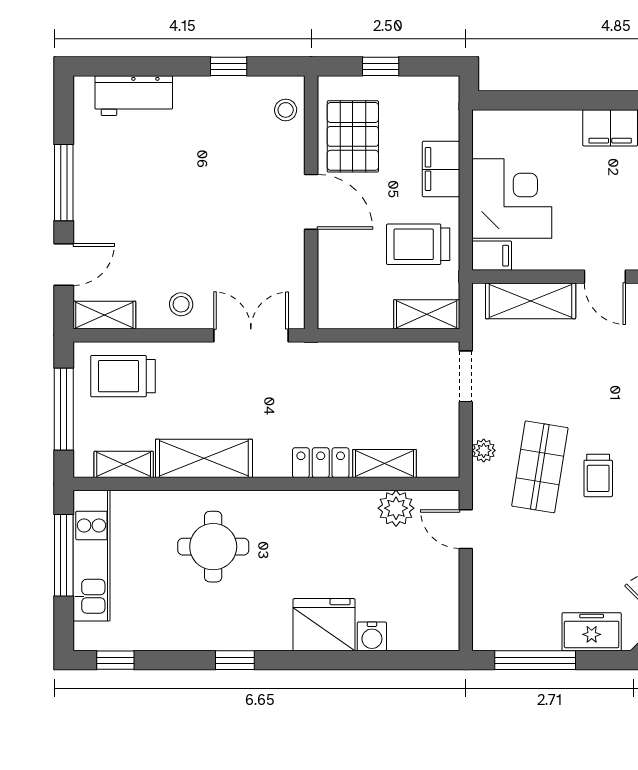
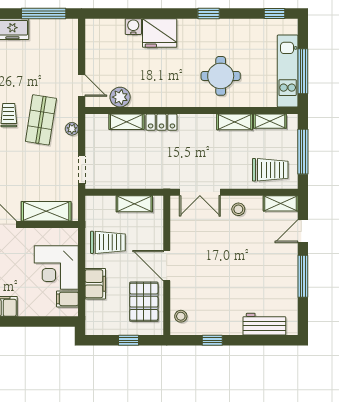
filing cabinet: (492, 256) -> (67, 299), moved
shelving: (427, 314) -> (134, 204), moved
shelving: (204, 458) -> (235, 122), width x0.67, depth x0.75

